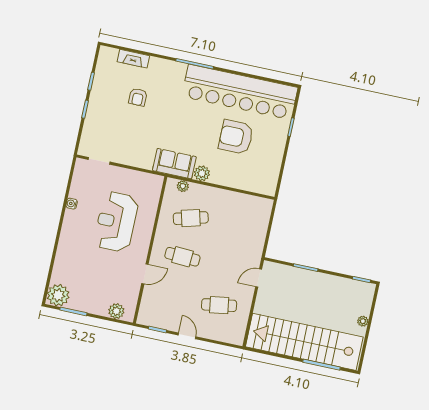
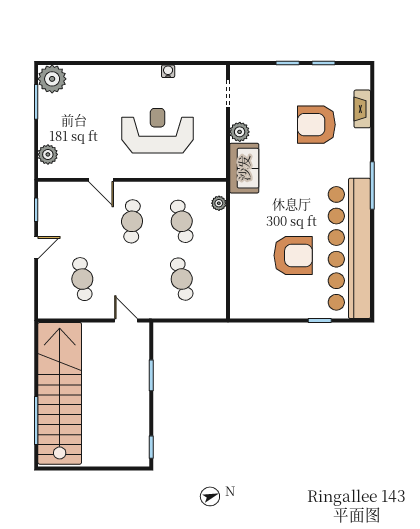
armchair: (138, 97) -> (316, 125), width x1.88, depth x1.88
armchair: (236, 137) -> (293, 255), turned 90
sofa: (174, 164) -> (244, 168), moved
plant: (202, 173) -> (240, 132), moved
cafe table: (236, 228) -> (182, 279), added
plant: (363, 321) -> (100, 460), removed

